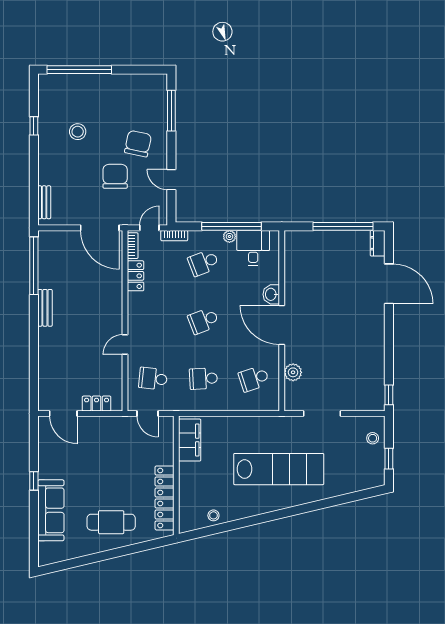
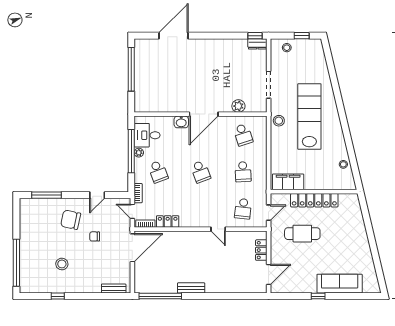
chair: (115, 176) -> (95, 236), width x0.54, depth x0.54
dresser: (378, 243) -> (257, 44), moved
stool: (273, 427) -> (279, 121), added
locker: (165, 498) -> (314, 200), moved
cafe table: (111, 522) -> (302, 234), moved, turned 90

